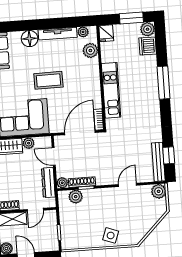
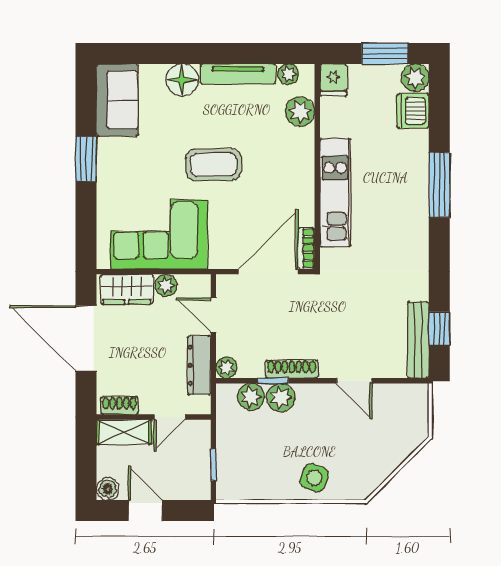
shoe rack: (82, 182) -> (292, 369), moved
door: (127, 185) -> (354, 381), swing flipped
plant: (159, 191) -> (281, 398), moved

